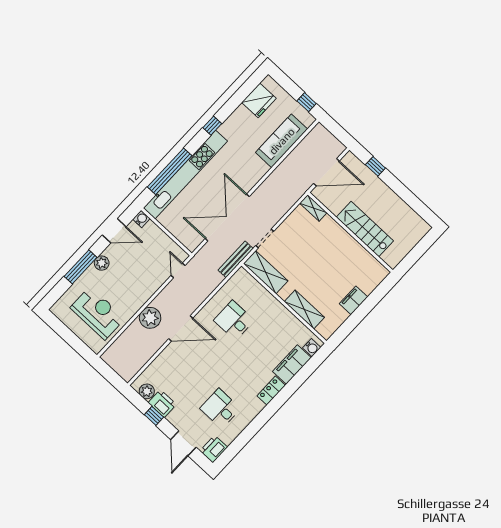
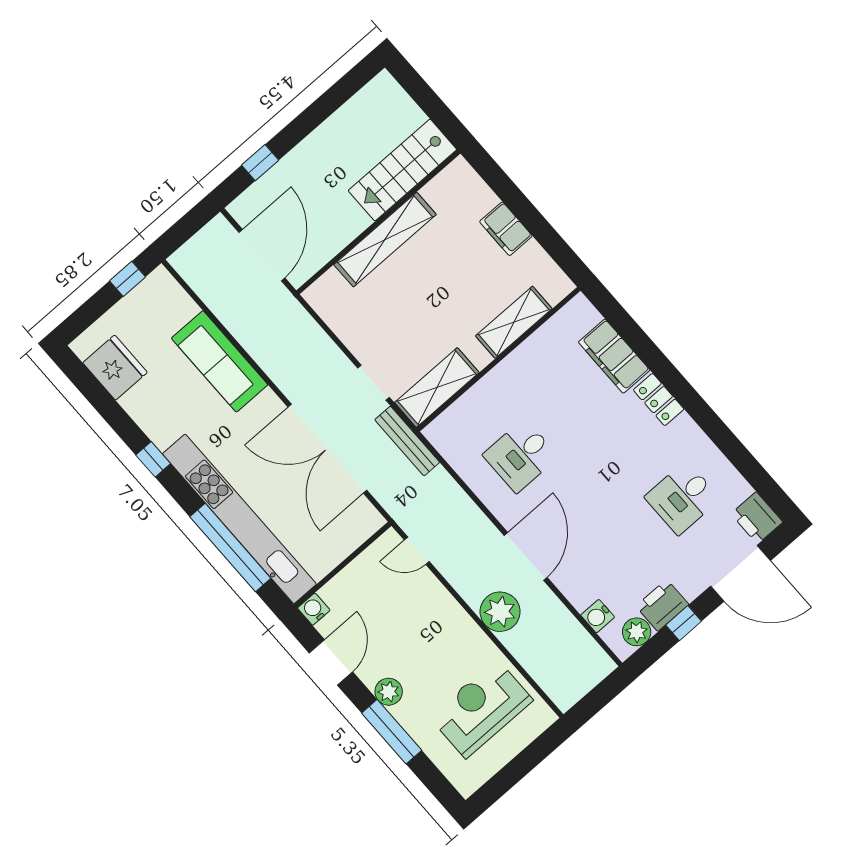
sofa: (282, 141) -> (220, 361), moved
shelving: (313, 208) -> (385, 240), moved, width x2.20, depth x1.33
stairs: (365, 229) -> (402, 170), moved
water cooler: (312, 348) -> (598, 616), moved, turned 180
door: (183, 443) -> (740, 573), width x1.36

